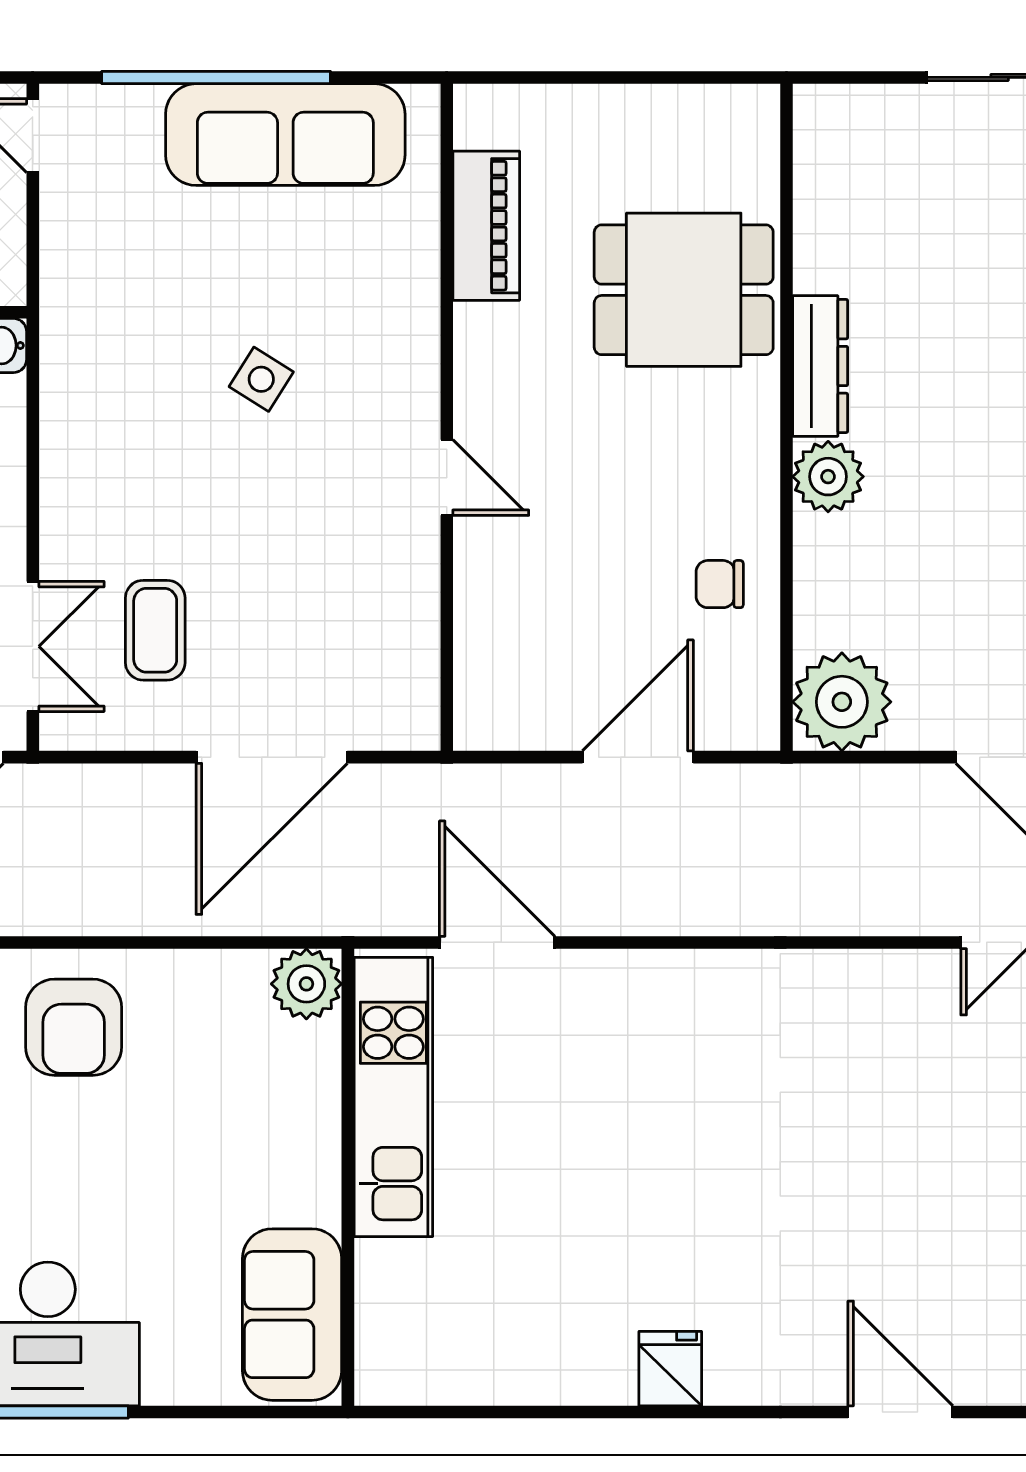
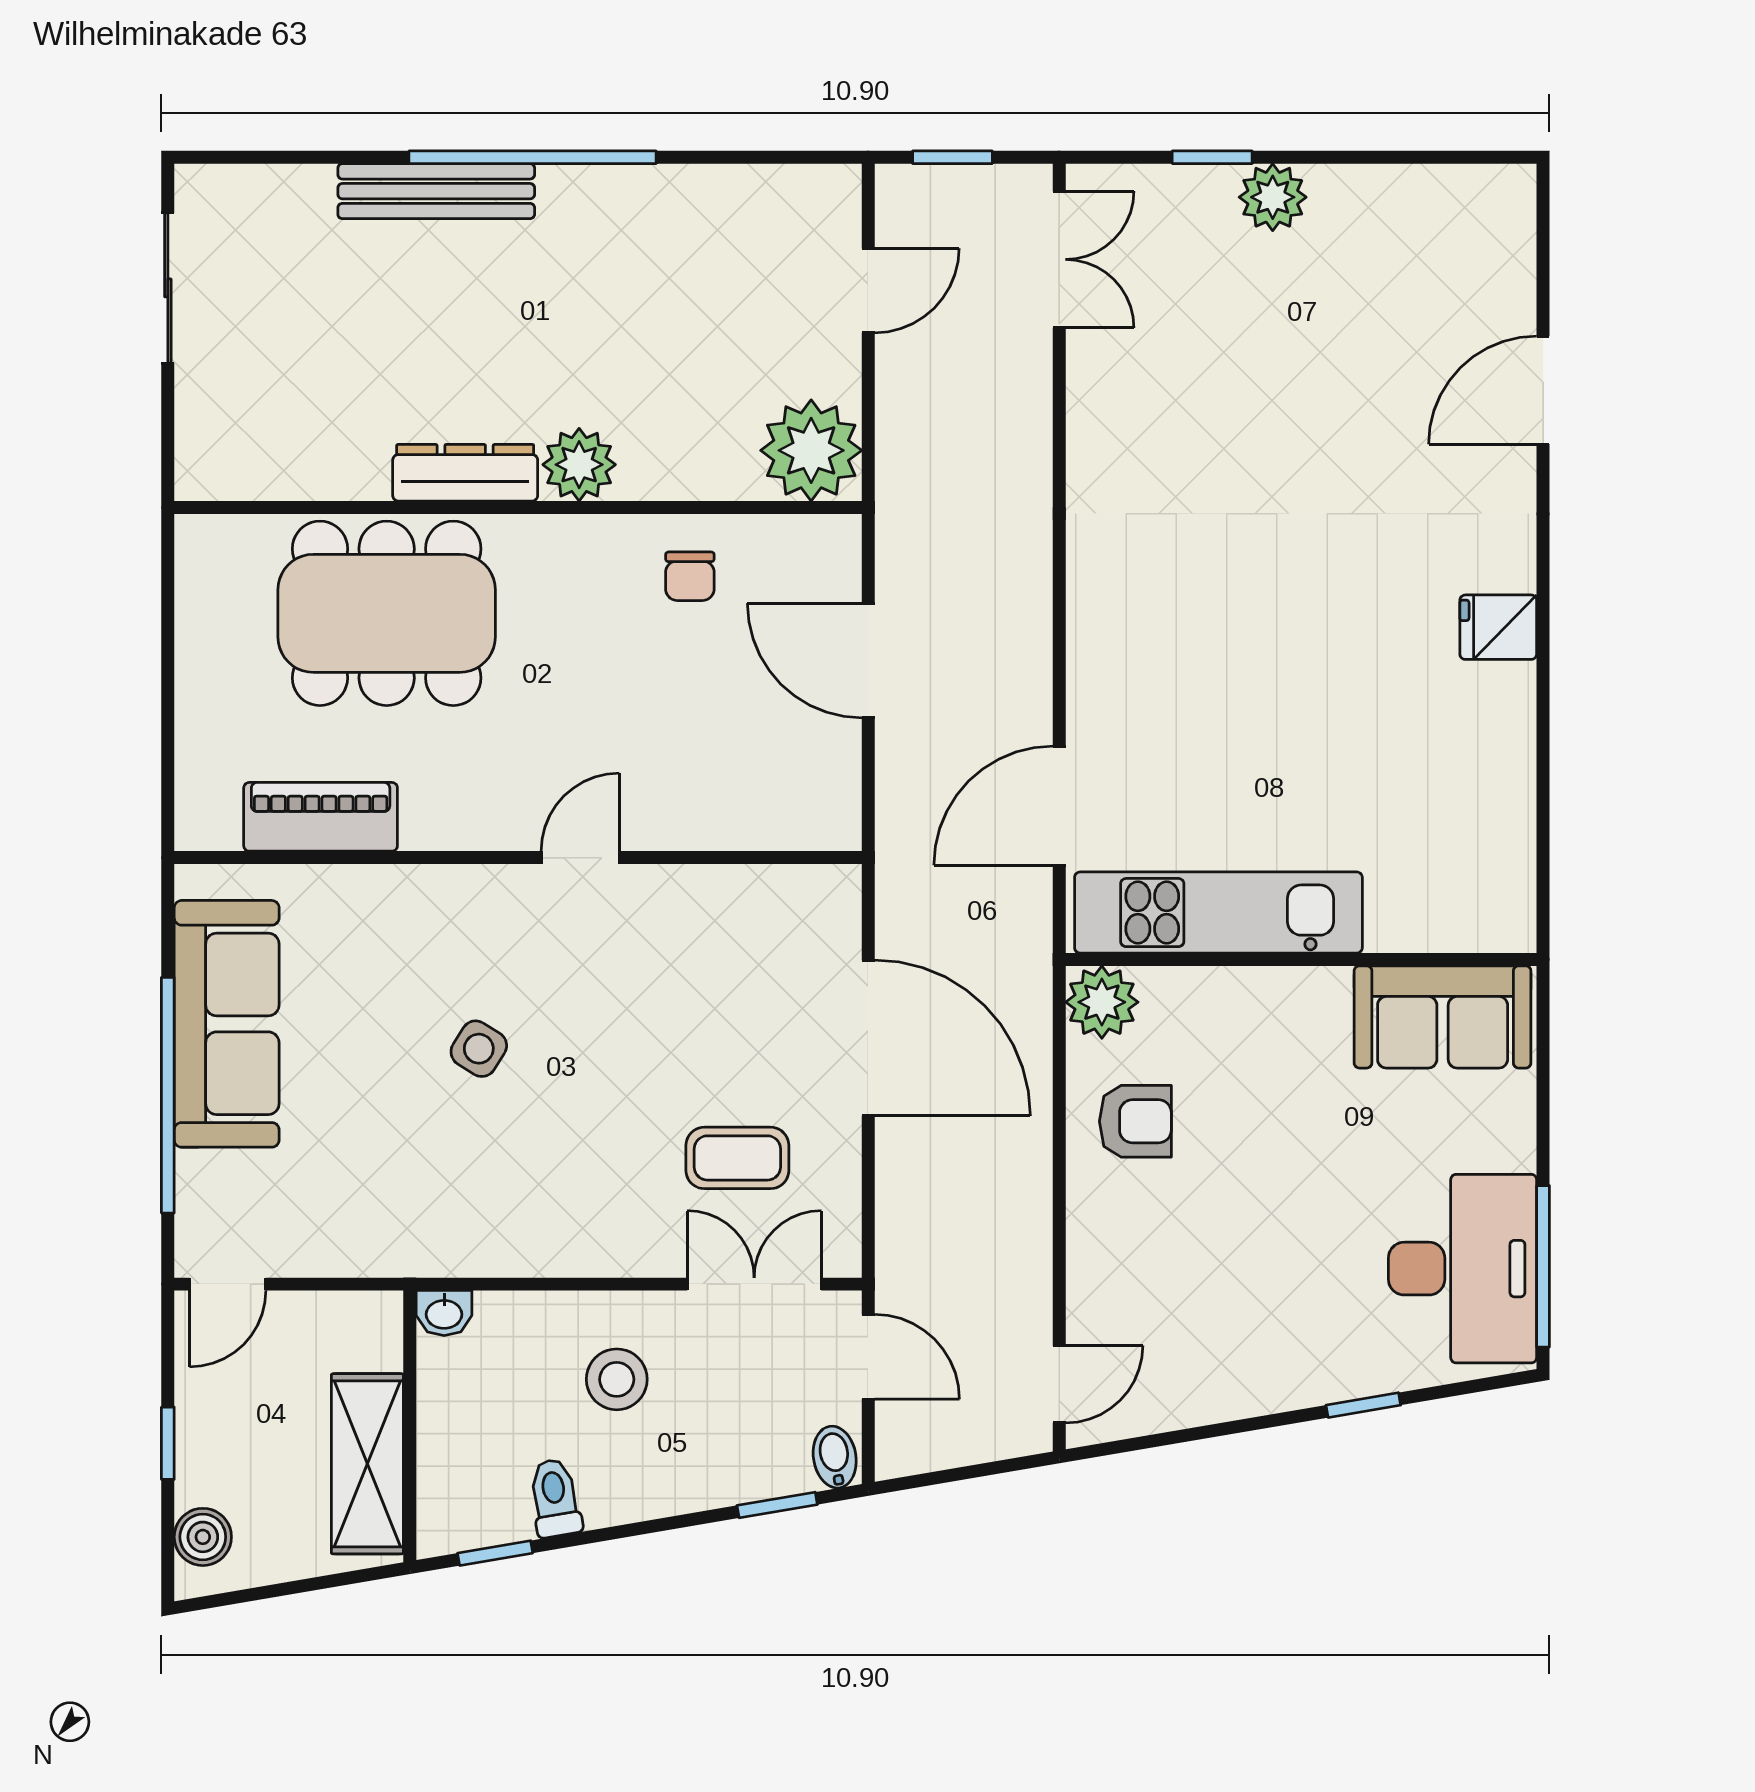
dining table: (684, 290) -> (387, 613), width x1.38
armchair: (74, 1027) -> (1135, 1121), moved, width x0.72, depth x0.72

